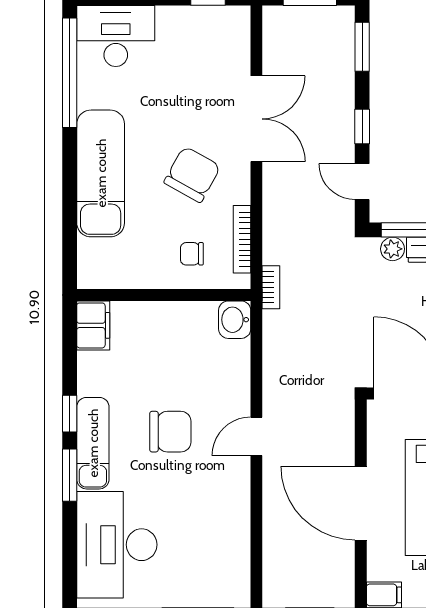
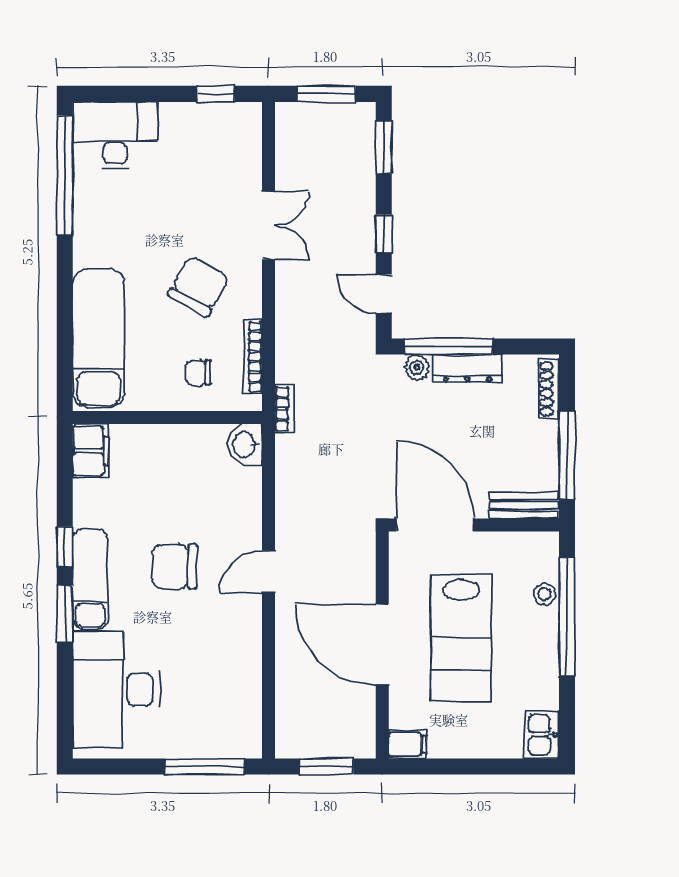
double door: (256, 119) -> (269, 225), width x0.73
exam couch: (101, 173) -> (99, 338), moved
chair: (170, 432) -> (175, 566), turned 180

